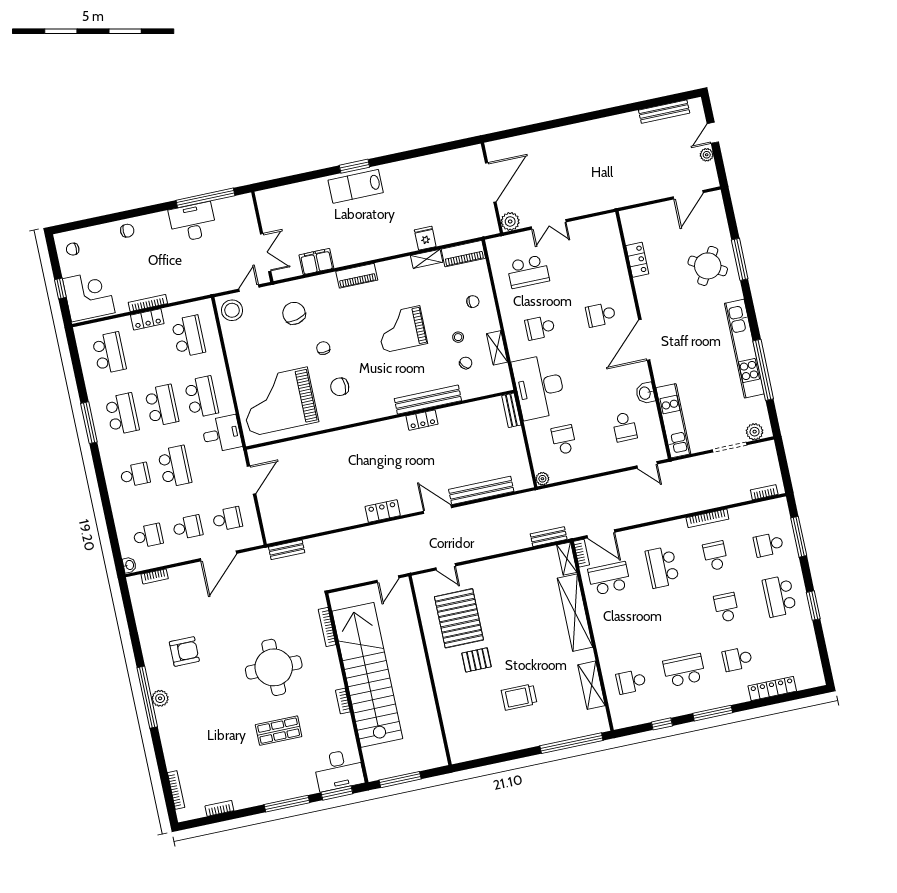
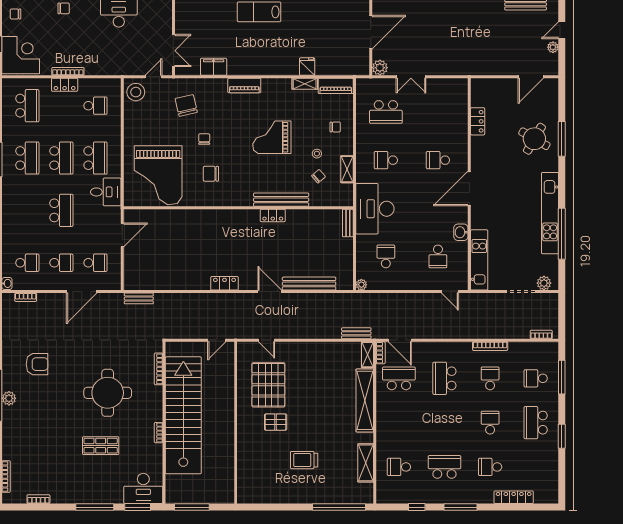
school desk: (188, 336) -> (95, 106), width x0.54
grand piano: (279, 402) -> (158, 175), turned -90
school desk: (135, 475) -> (27, 210), removed

